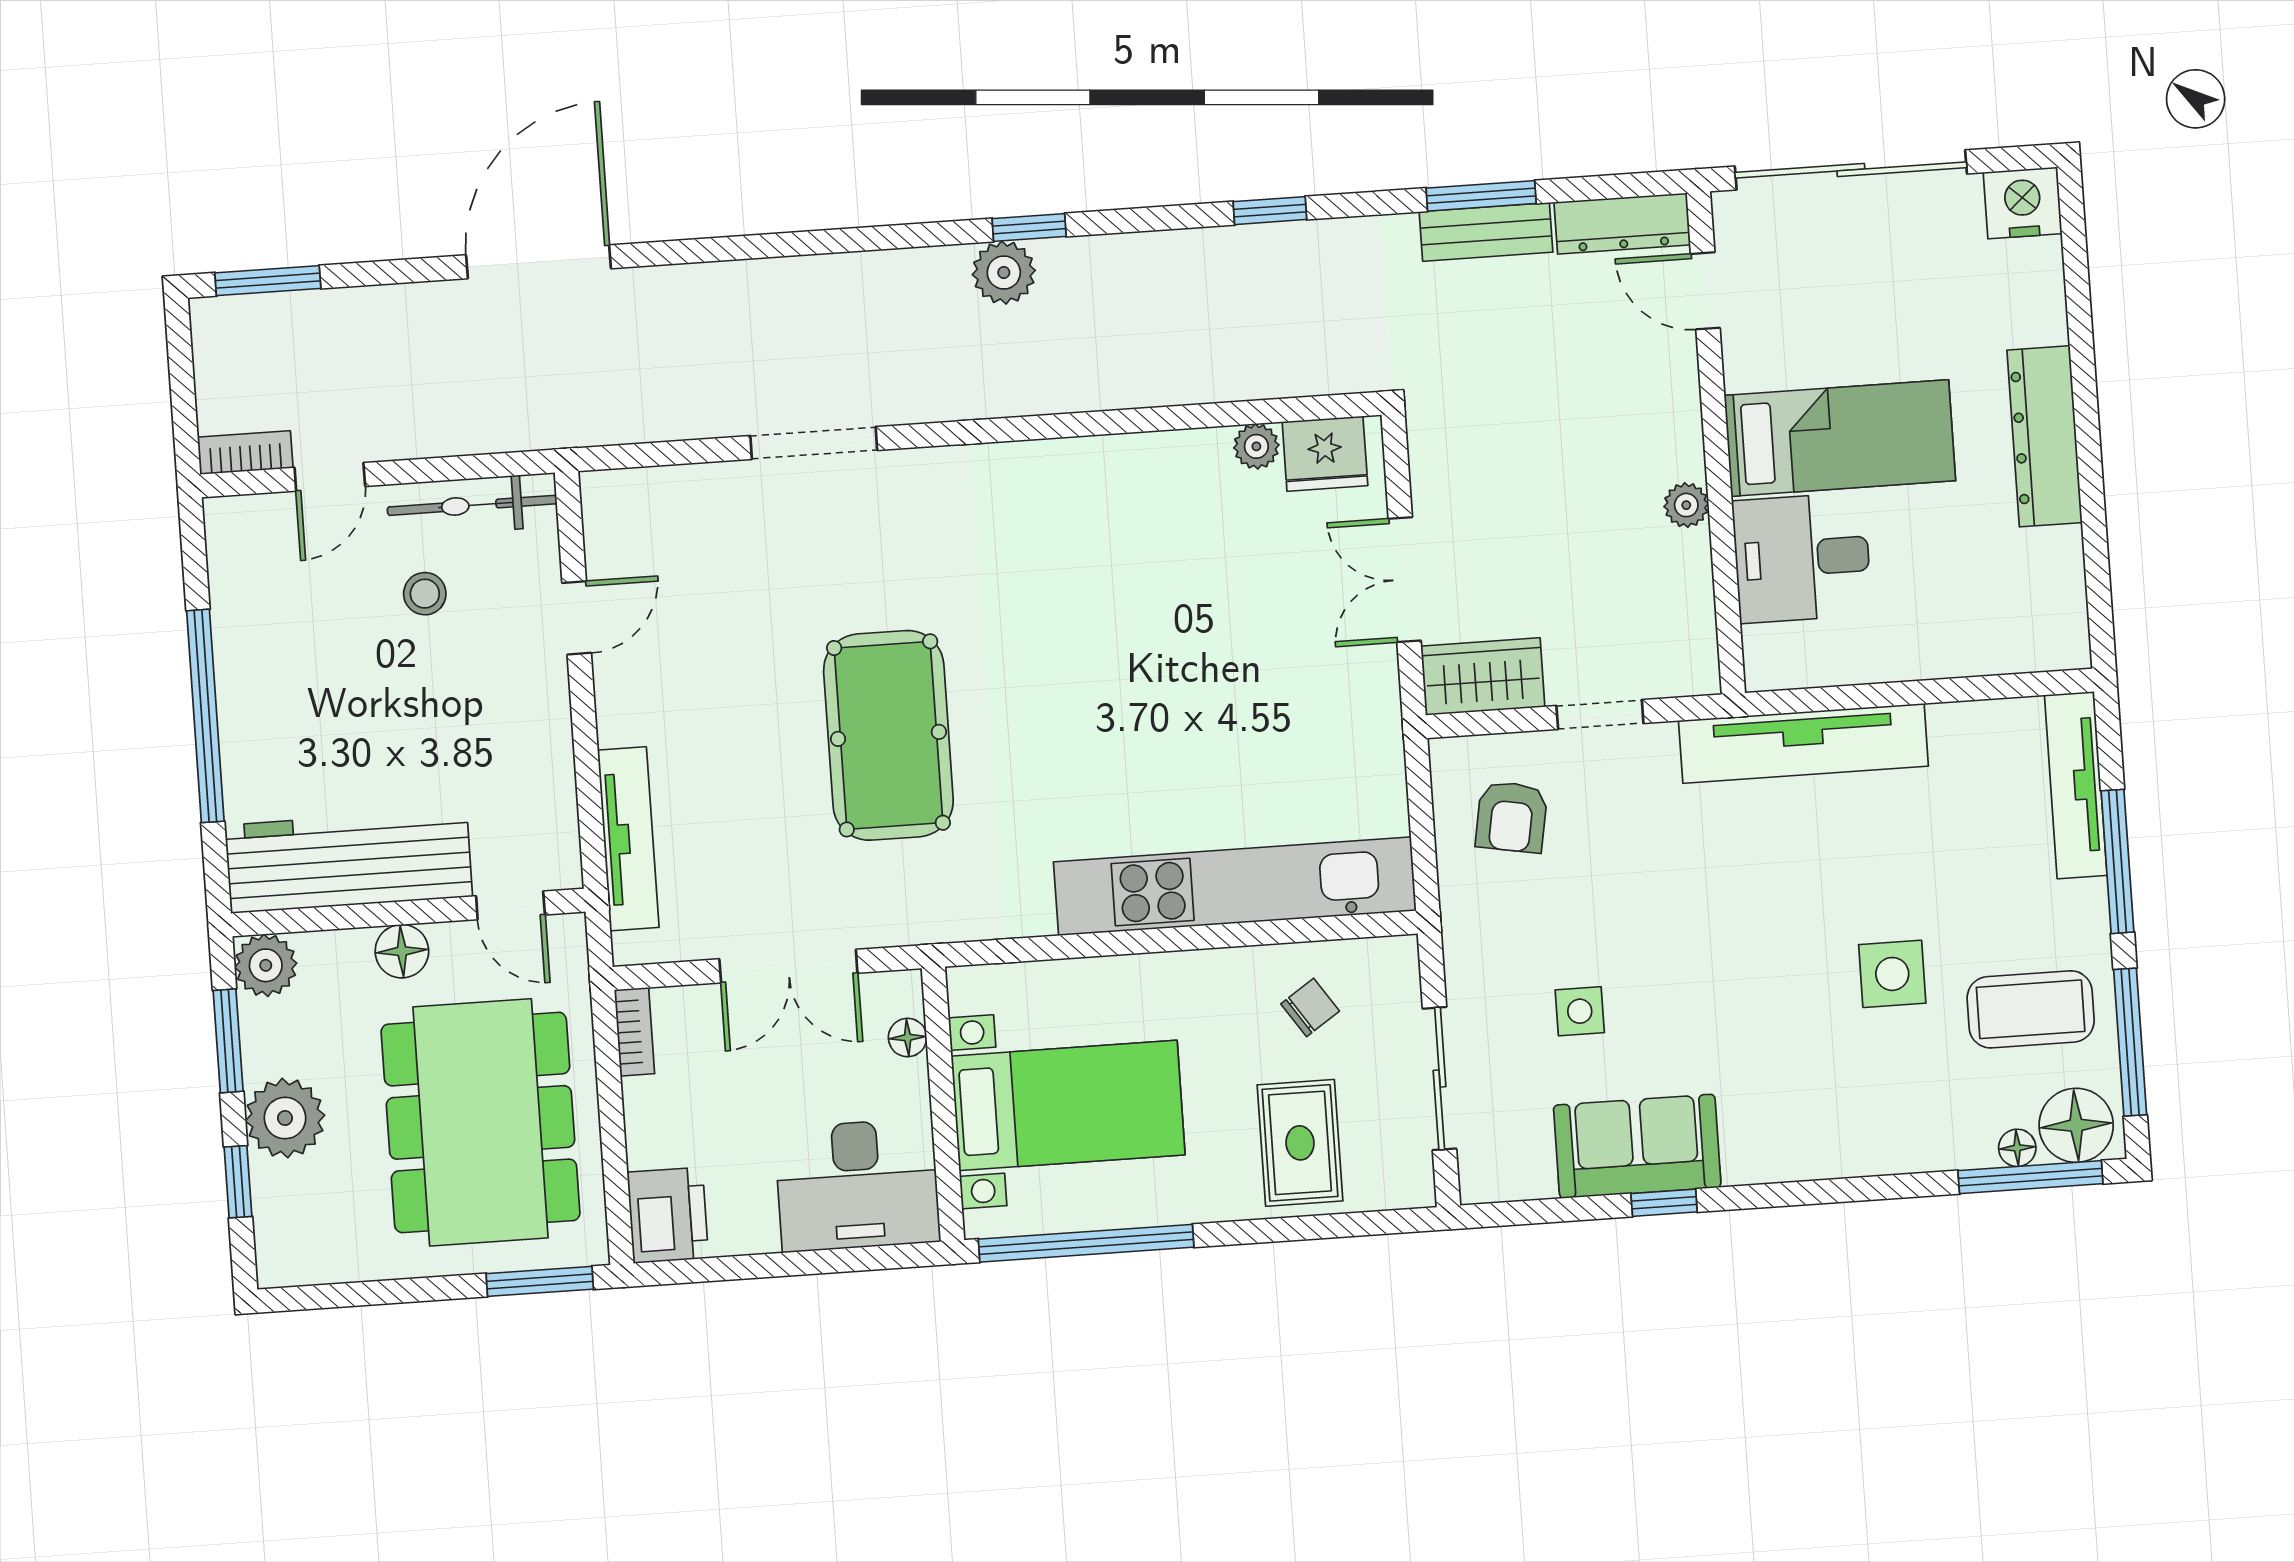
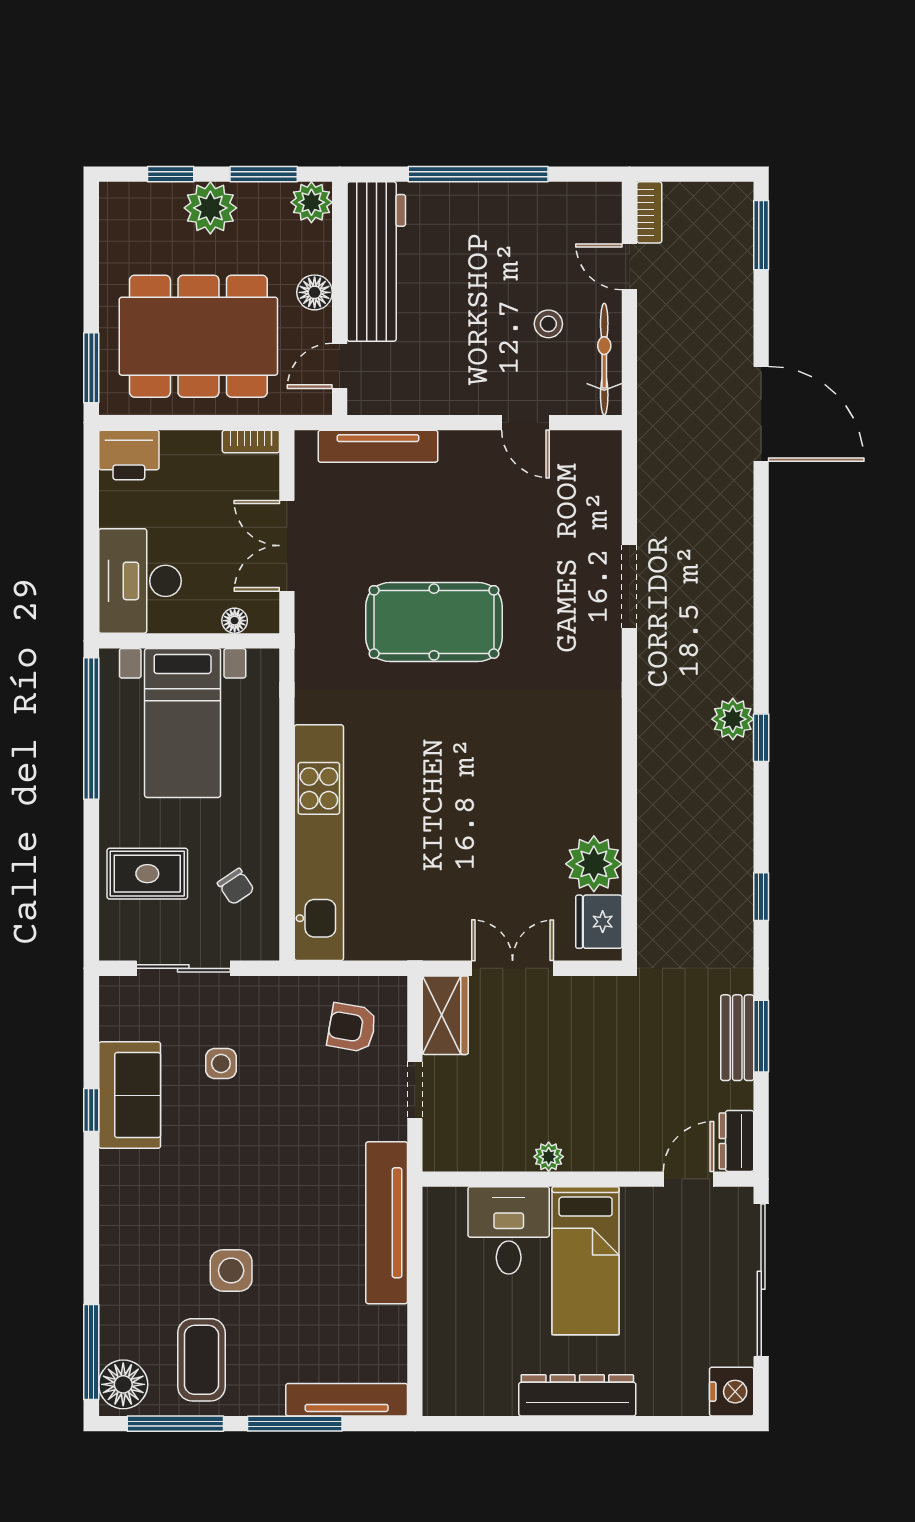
dresser: (1622, 224) -> (736, 1141), width x0.70
plant: (1256, 446) -> (594, 864), width x1.87, depth x1.87
floor lamp: (2017, 1148) -> (111, 1345), removed

